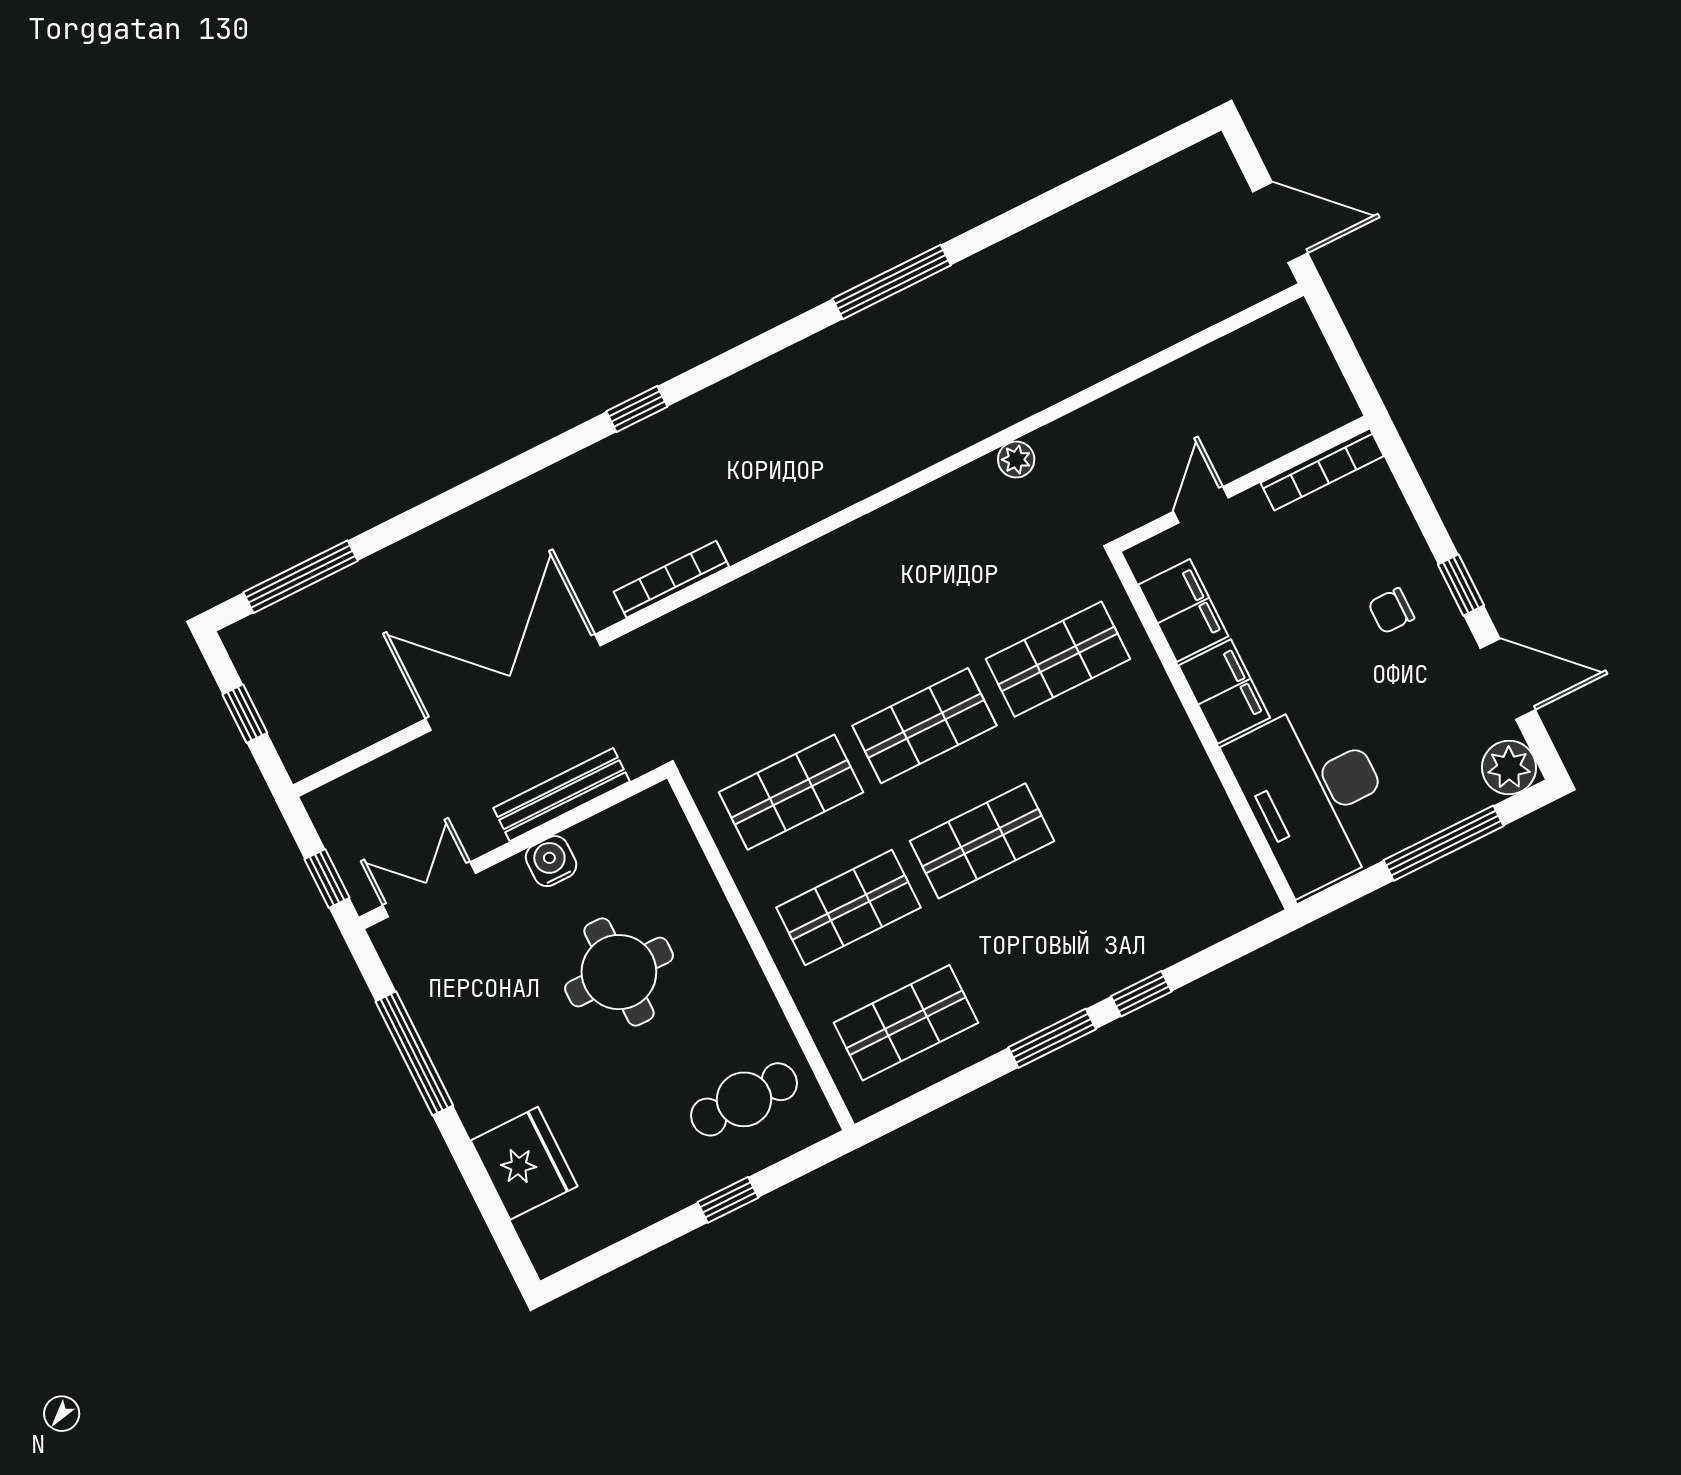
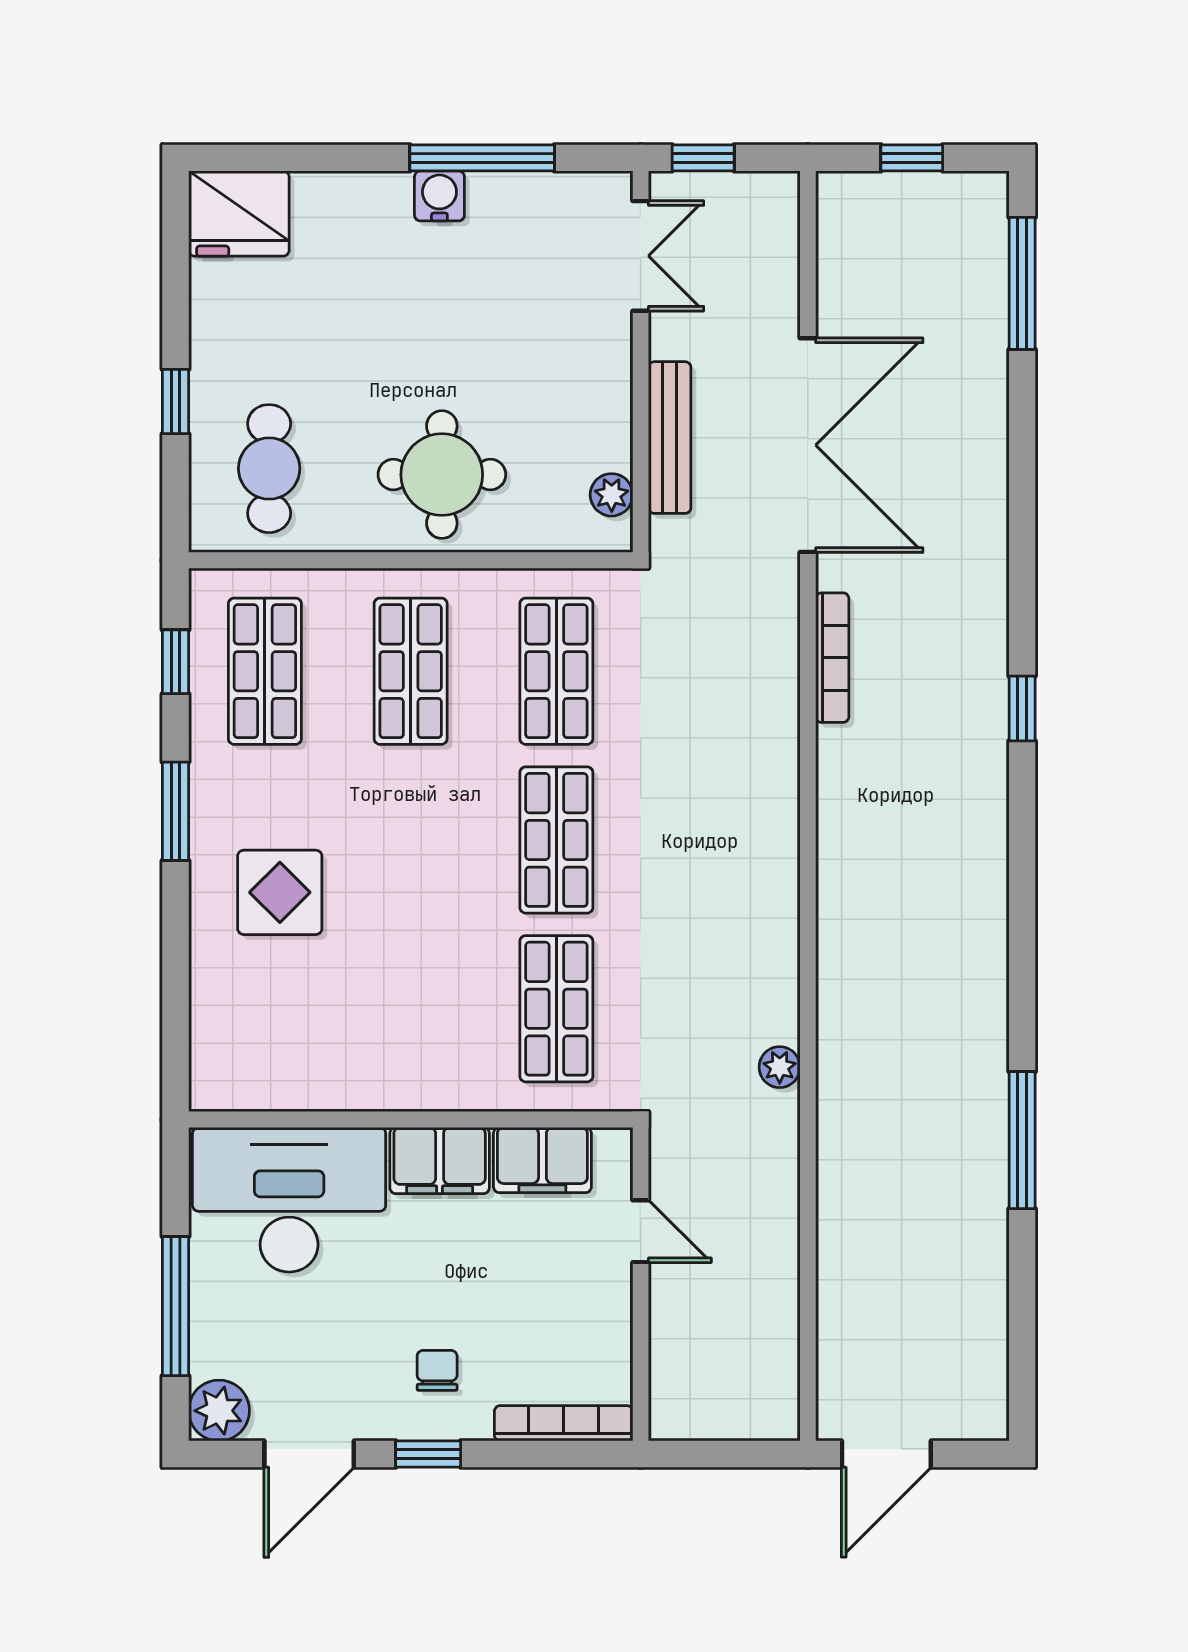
window: (892, 282) -> (1022, 1140), moved
bookcase: (1322, 469) -> (564, 1423), moved, turned 90
plant: (630, 818) -> (612, 495), added
shop shelf: (982, 841) -> (411, 840), removed
water cooler: (551, 861) -> (439, 196), moved, turned -90
display table: (1075, 924) -> (280, 892), added
round table: (619, 972) -> (442, 475), moved
window: (1141, 994) -> (175, 662), moved
fridge: (524, 1163) -> (239, 214), moved

